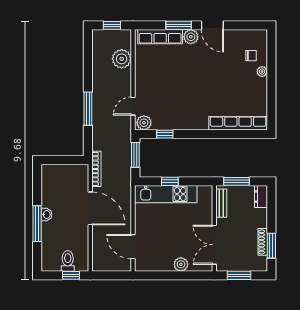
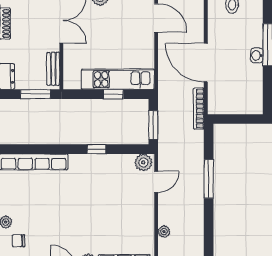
plant: (122, 59) -> (164, 232), width x0.53, depth x0.53
window: (165, 134) -> (97, 149), moved

